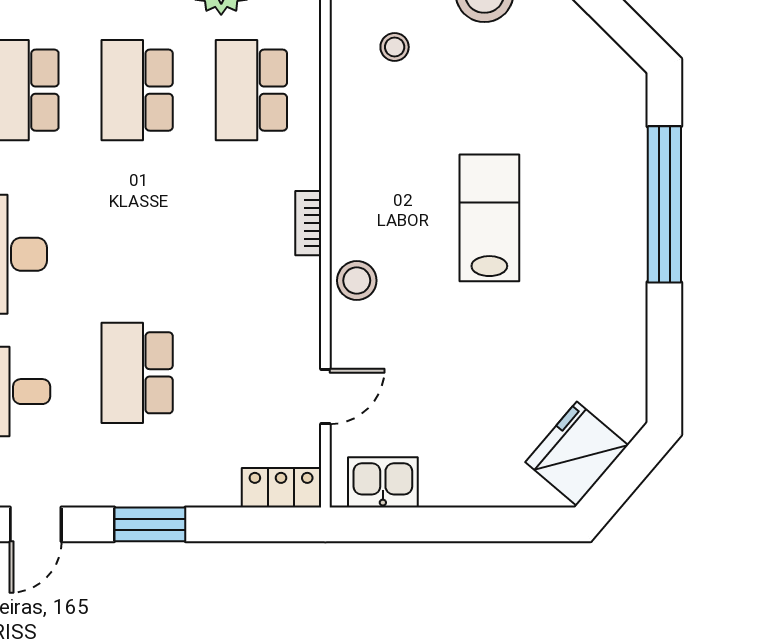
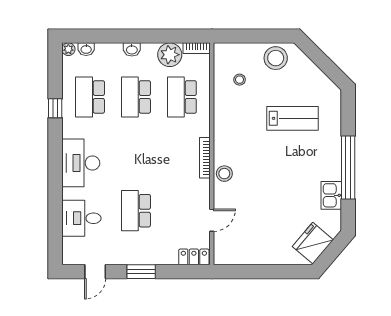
window: (664, 204) -> (348, 168), moved
lab bench: (489, 218) -> (292, 118), moved, turned 90
bookcase: (308, 223) -> (205, 158), width x1.56
kitchen sink: (383, 482) -> (331, 195), moved, turned -90

